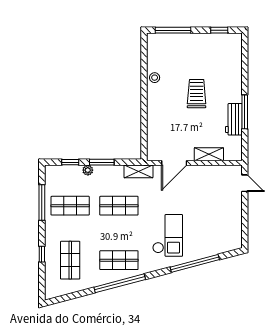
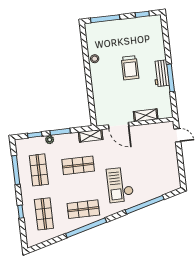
trolley: (197, 94) -> (130, 68), turned 180
workbench: (234, 119) -> (161, 73), moved
door: (174, 163) -> (119, 126), hinge flipped
shop shelf: (70, 206) -> (39, 170), turned 90
checkout: (168, 235) -> (120, 185), turned 180

